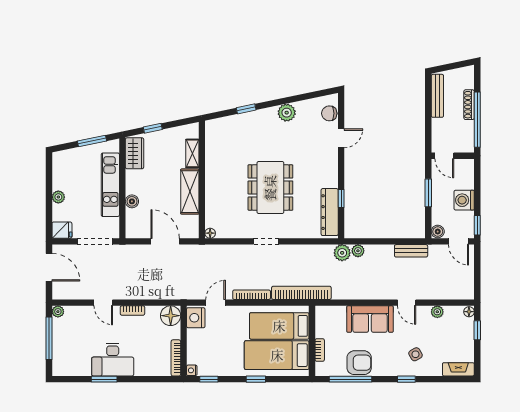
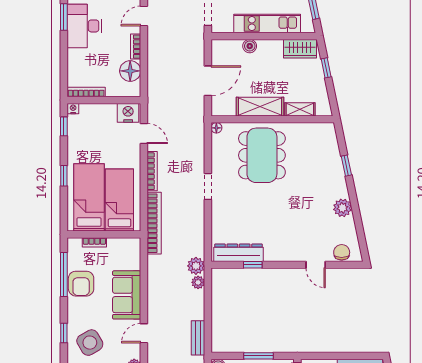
dining table: (270, 188) -> (262, 155), moved, turned 90
floor lamp: (171, 316) -> (130, 71), moved
side table: (415, 354) -> (90, 343), width x1.87, depth x1.87

